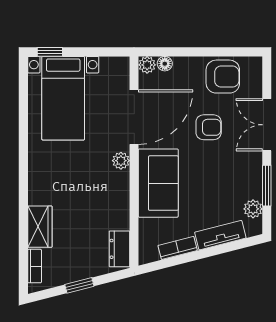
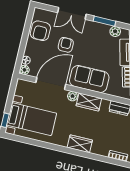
armchair: (223, 77) -> (40, 31), turned 180
door: (134, 117) -> (51, 84), hinge flipped
wardrobe: (117, 192) -> (89, 102), added
wardrobe: (40, 227) -> (80, 144), moved

